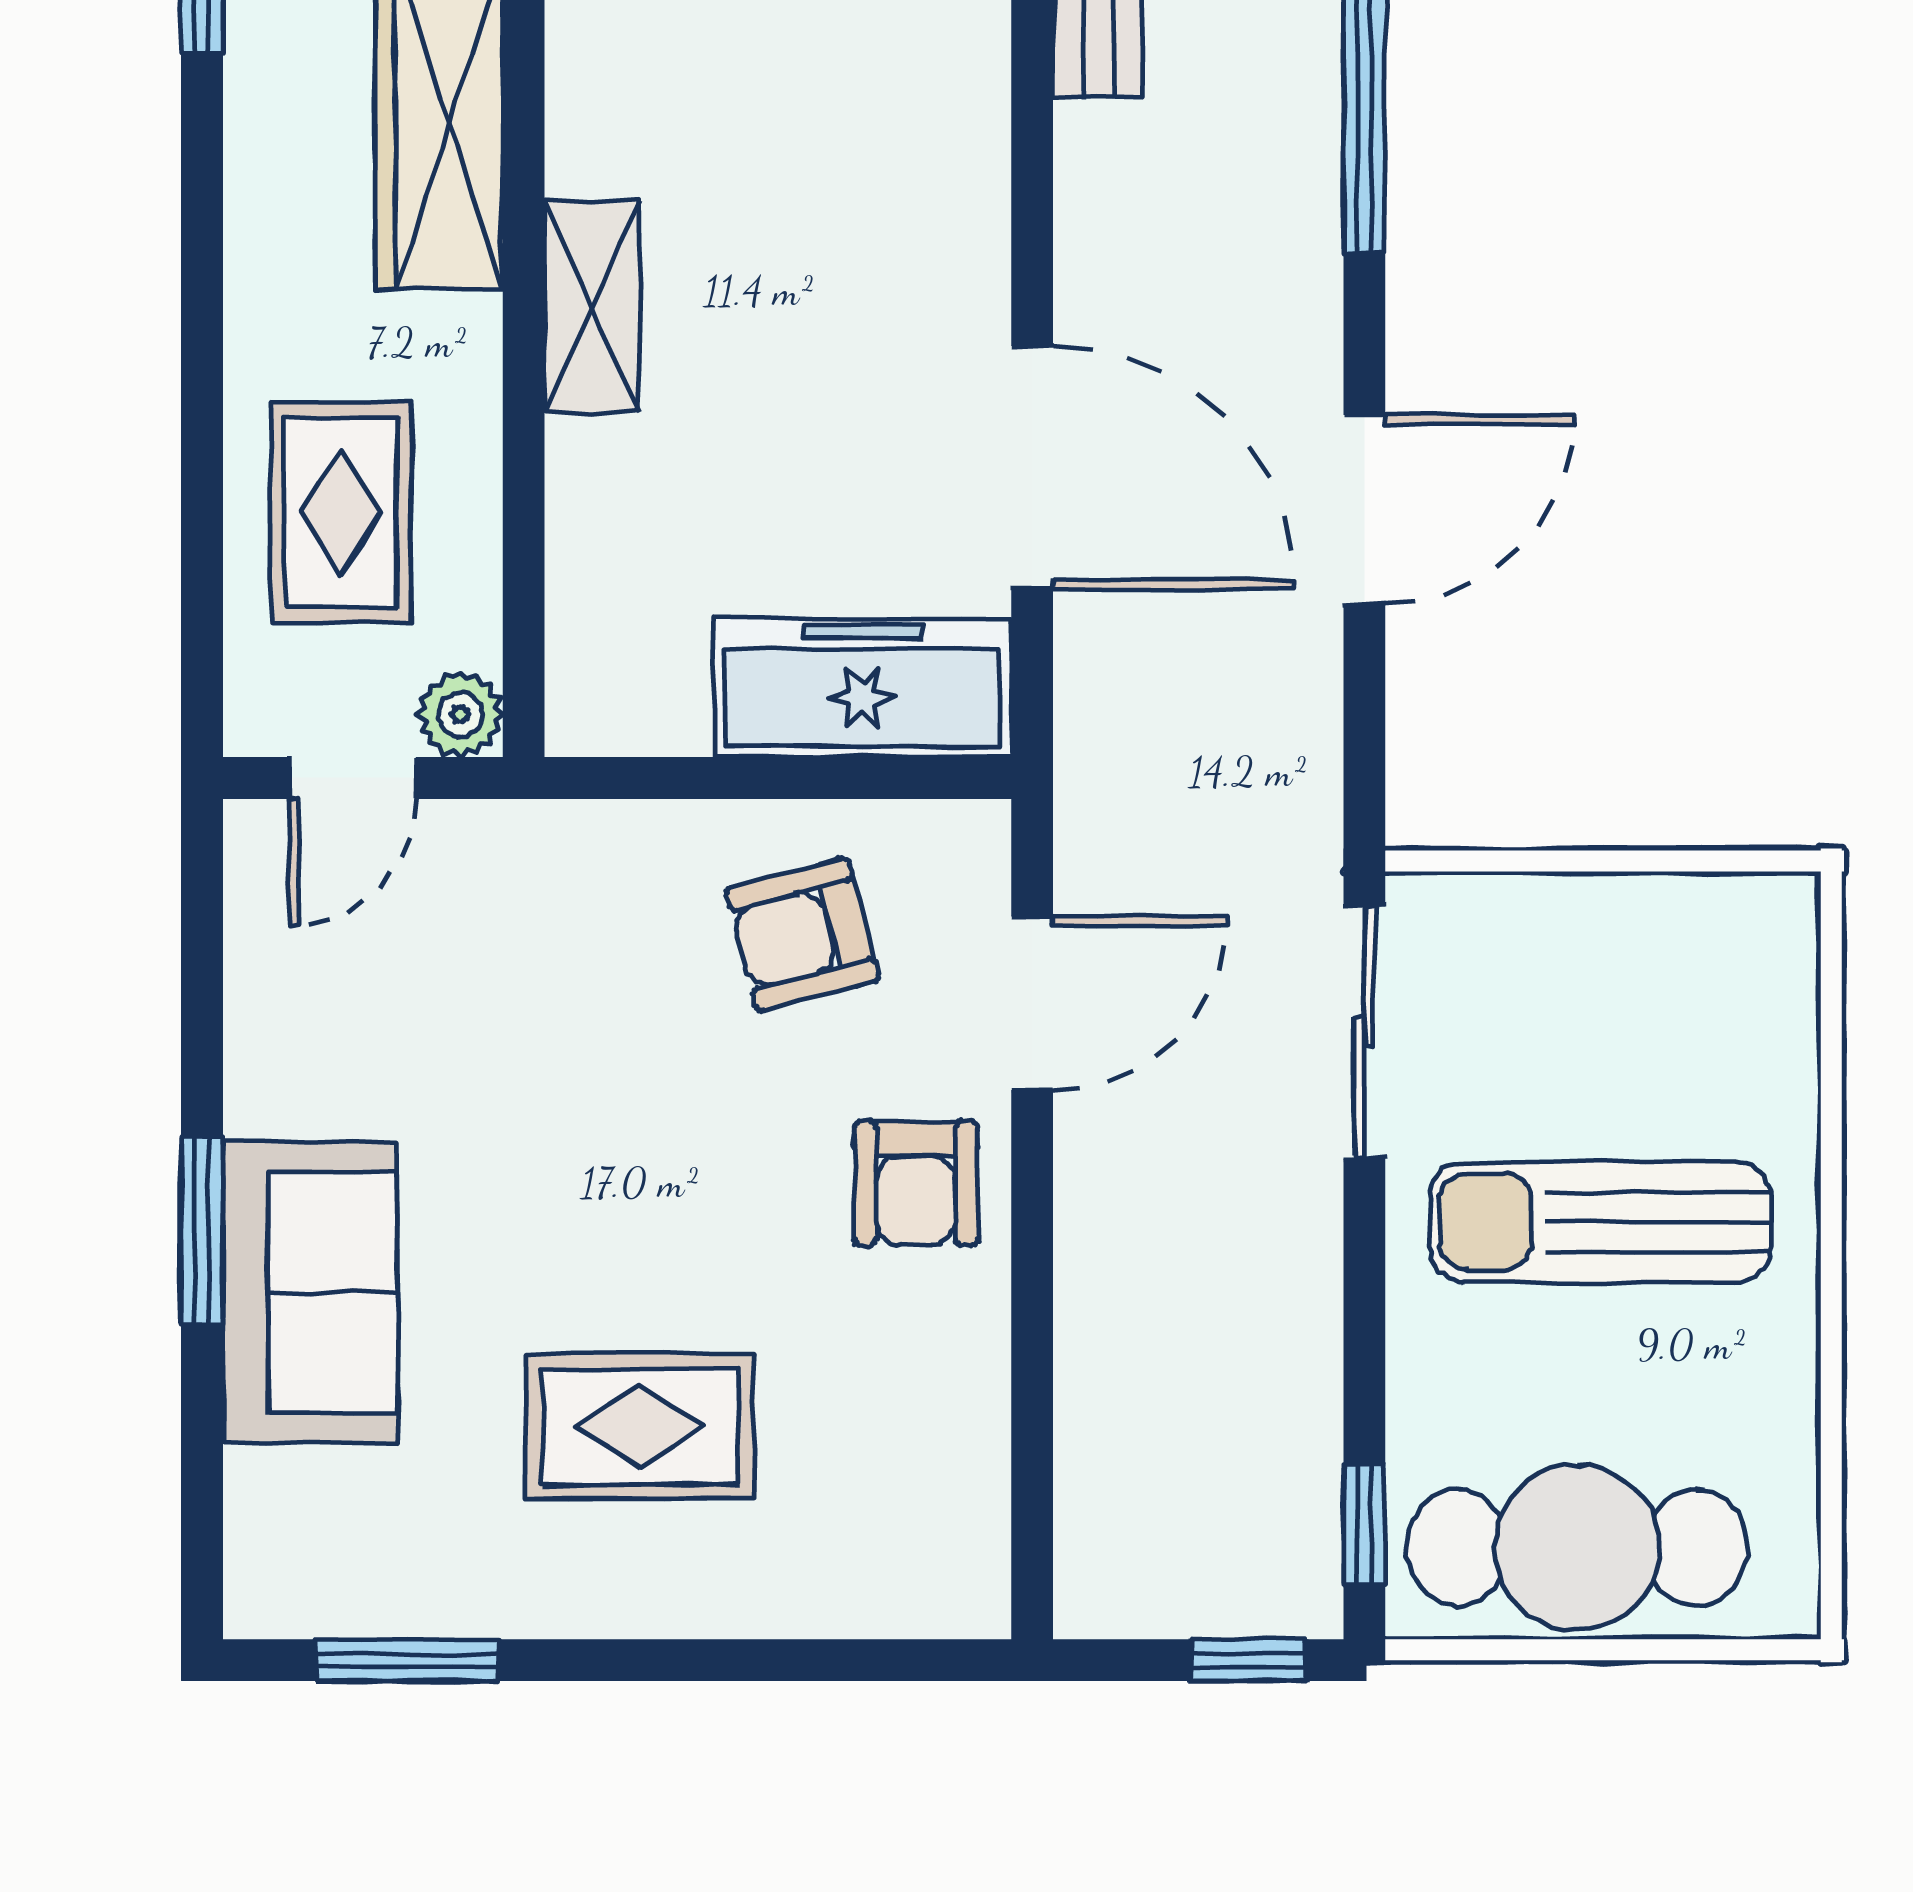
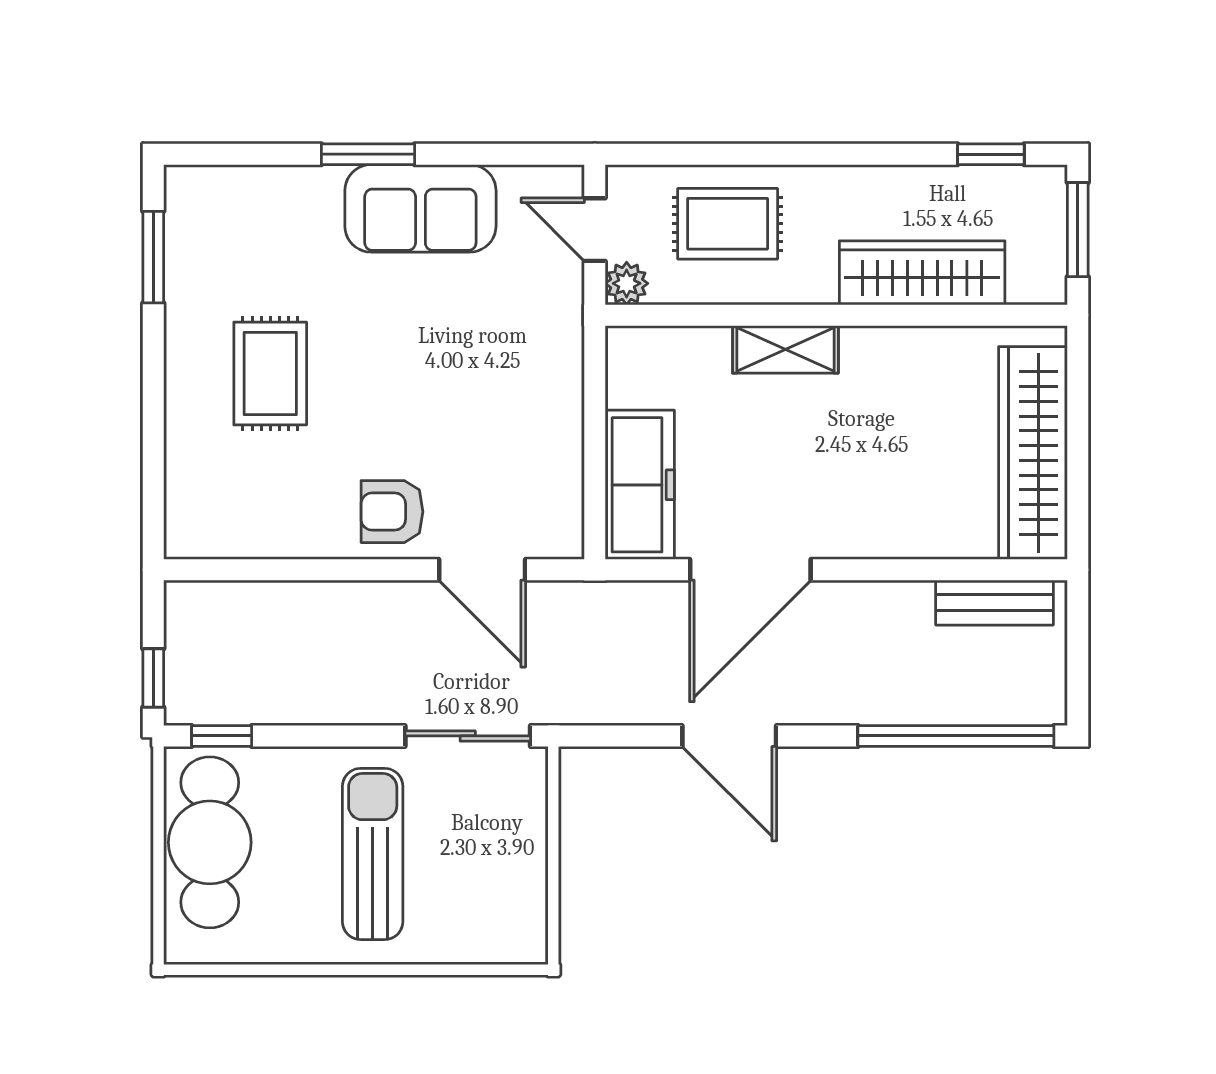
shelving: (592, 306) -> (785, 349), moved
armchair: (802, 934) -> (517, 455), removed
sofa: (310, 1292) -> (420, 208), moved

